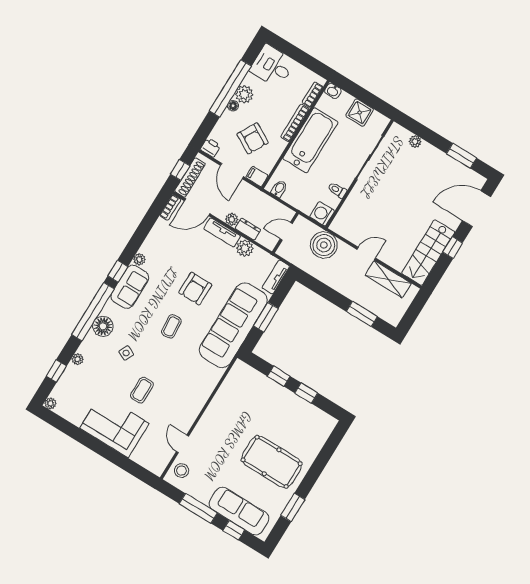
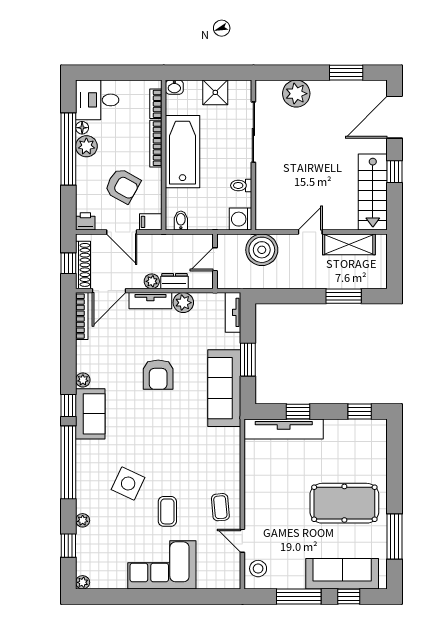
floor lamp: (233, 106) -> (82, 128), moved
plant: (415, 142) -> (296, 94), width x1.87, depth x1.87
bookcase: (170, 207) -> (82, 316), width x1.56
sofa: (233, 325) -> (224, 388), width x0.74, depth x0.79
floor lamp: (103, 326) -> (88, 471), removed
coffee table: (171, 326) -> (220, 507), moved
side table: (126, 353) -> (128, 484), width x1.87, depth x1.87
tv unit: (261, 382) -> (284, 429), added
window: (306, 393) -> (360, 412), moved
window: (293, 507) -> (394, 536), width x1.44

